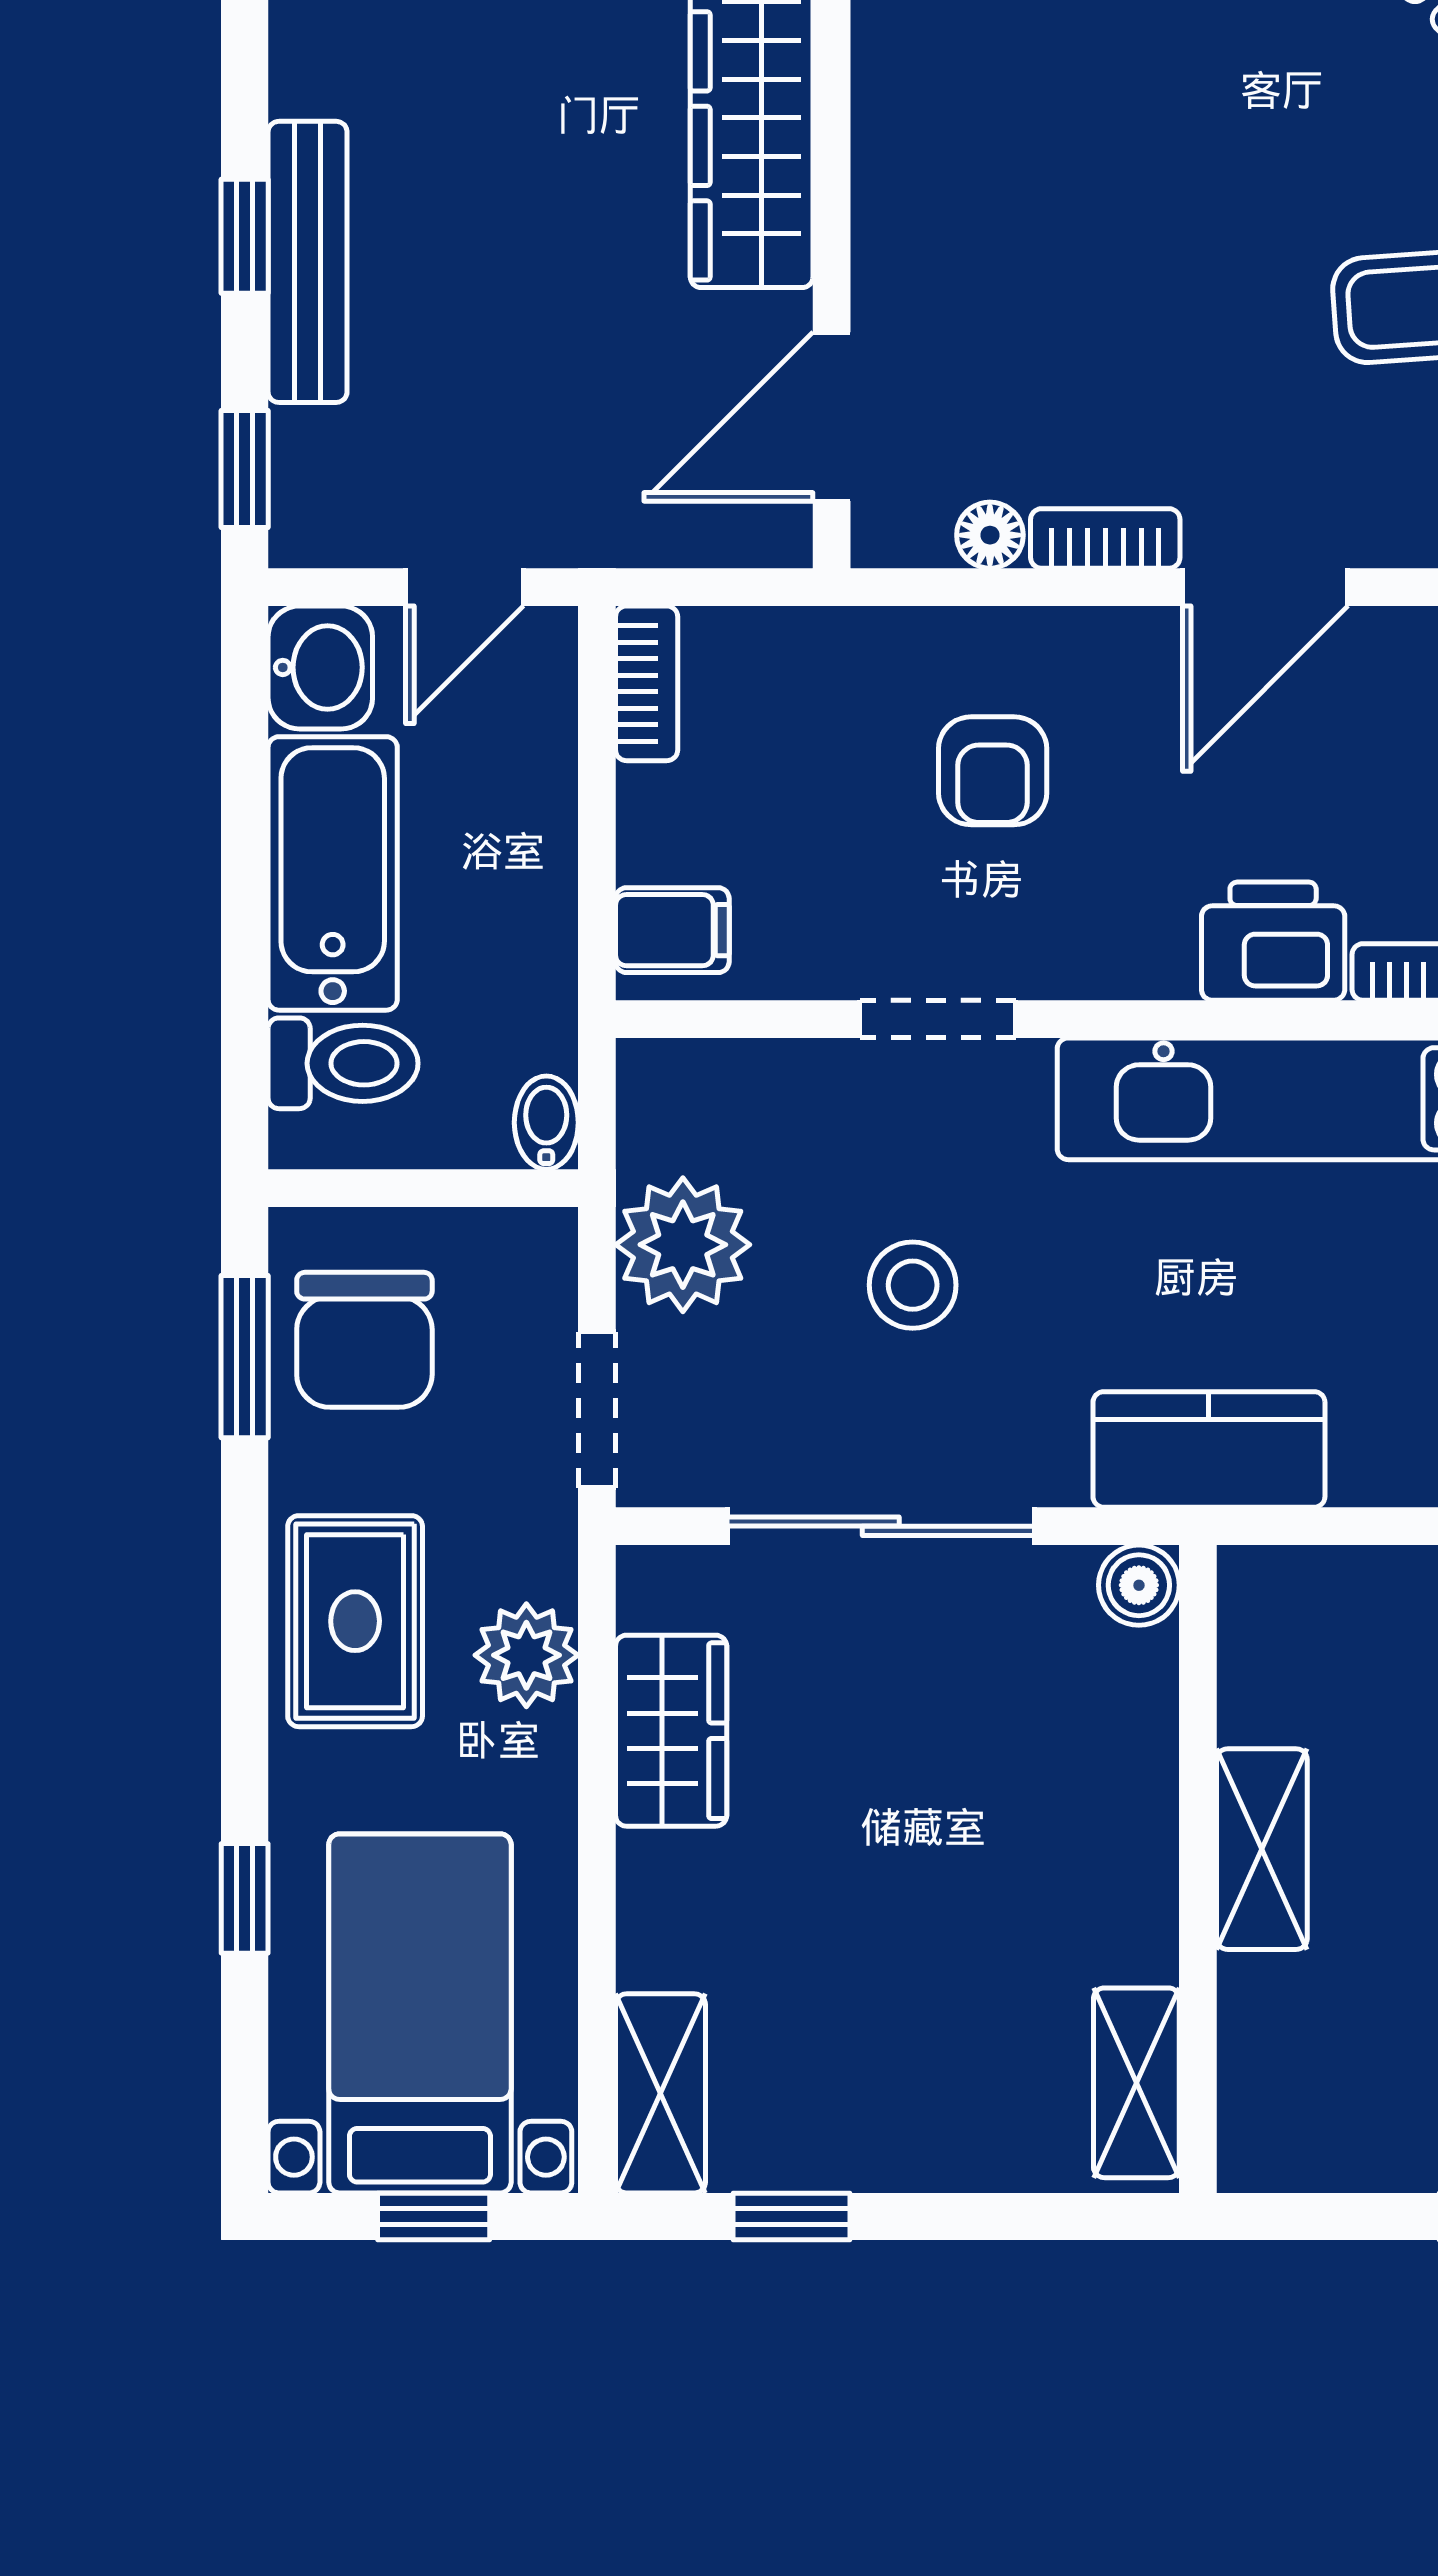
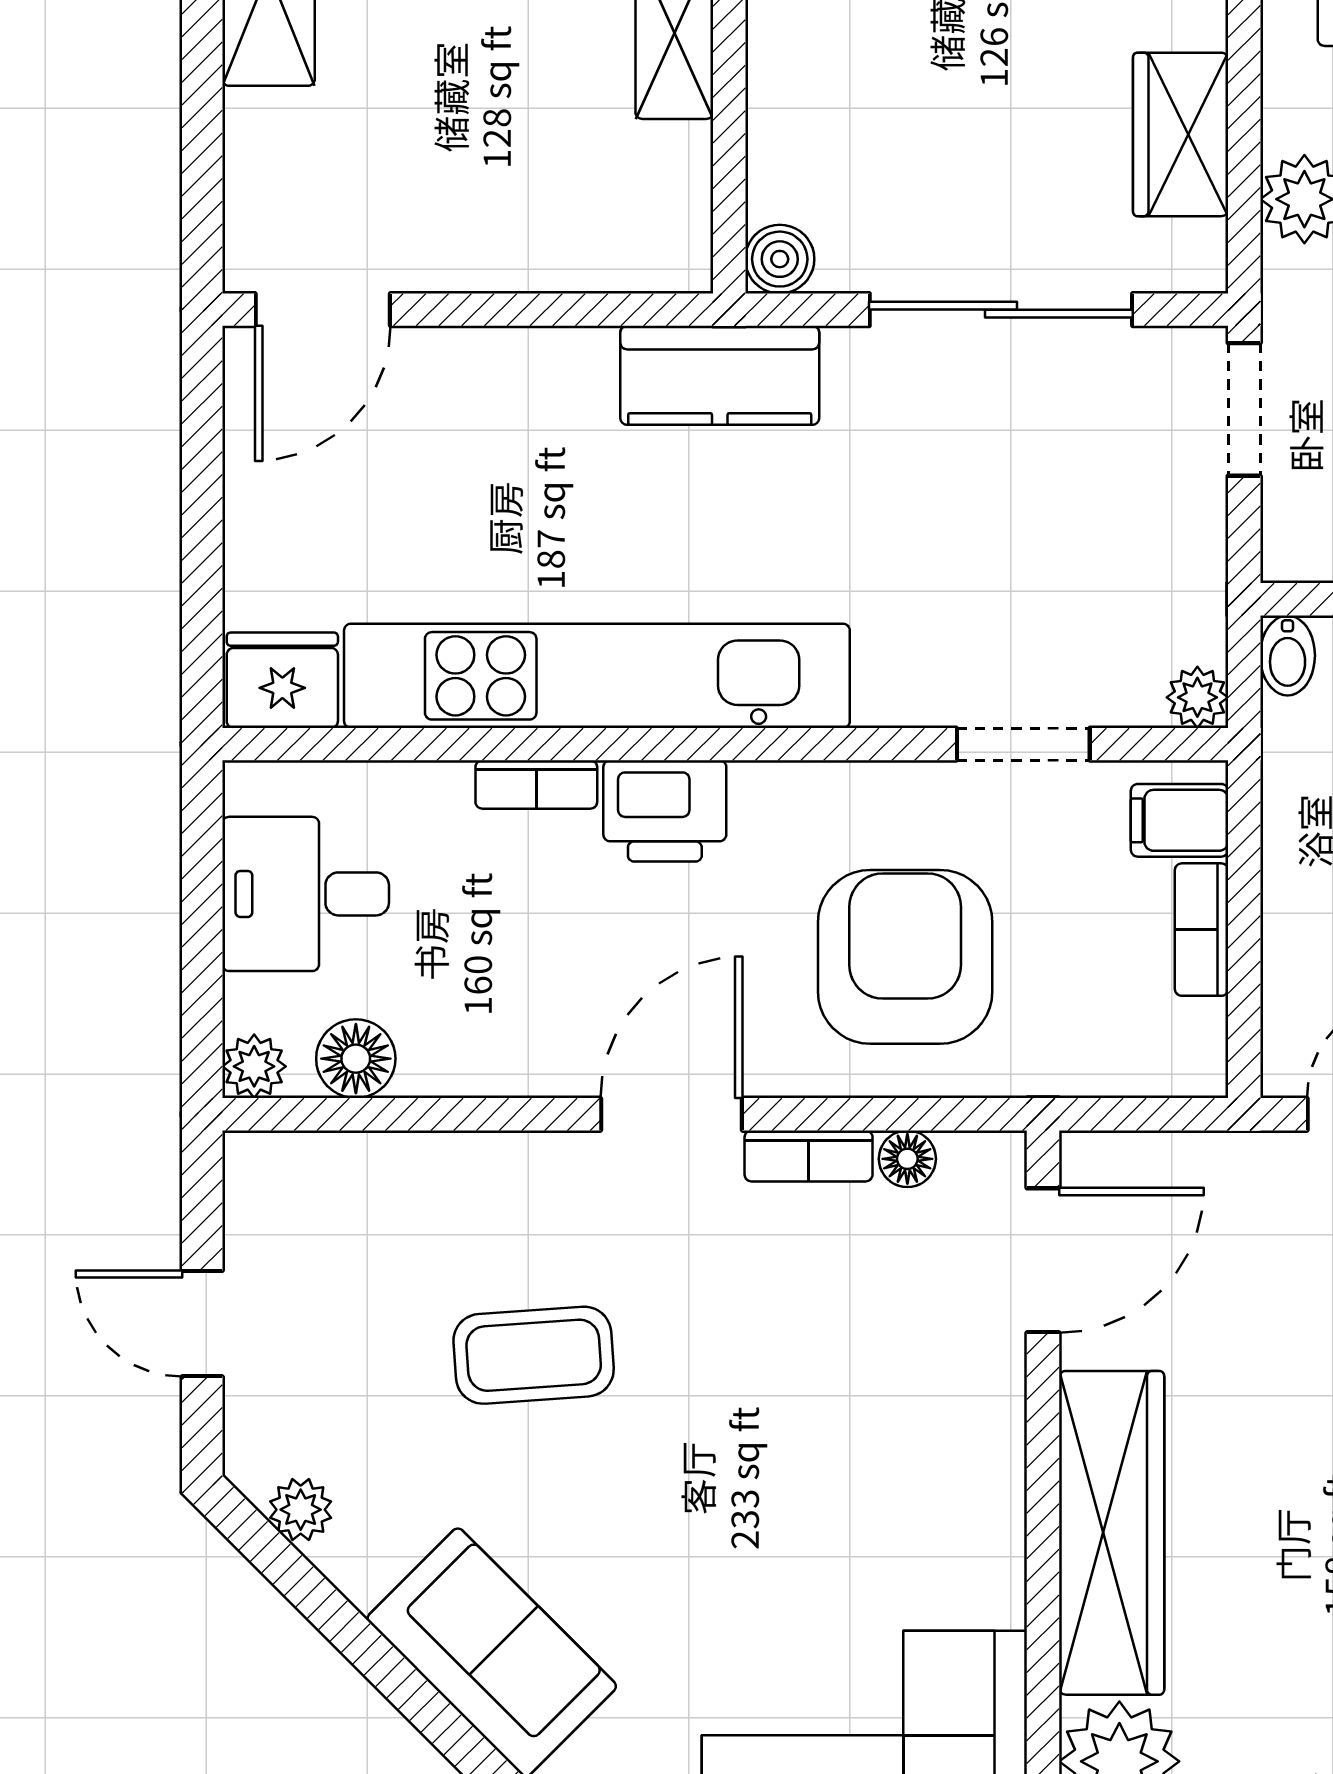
bookcase: (647, 683) -> (1202, 930), moved
armchair: (993, 771) -> (905, 957), width x1.88, depth x1.88
doorway: (938, 1019) -> (1023, 744), moved
plant: (683, 1245) -> (1197, 697), moved, width x0.53, depth x0.53
stool: (913, 1285) -> (974, 516), removed

